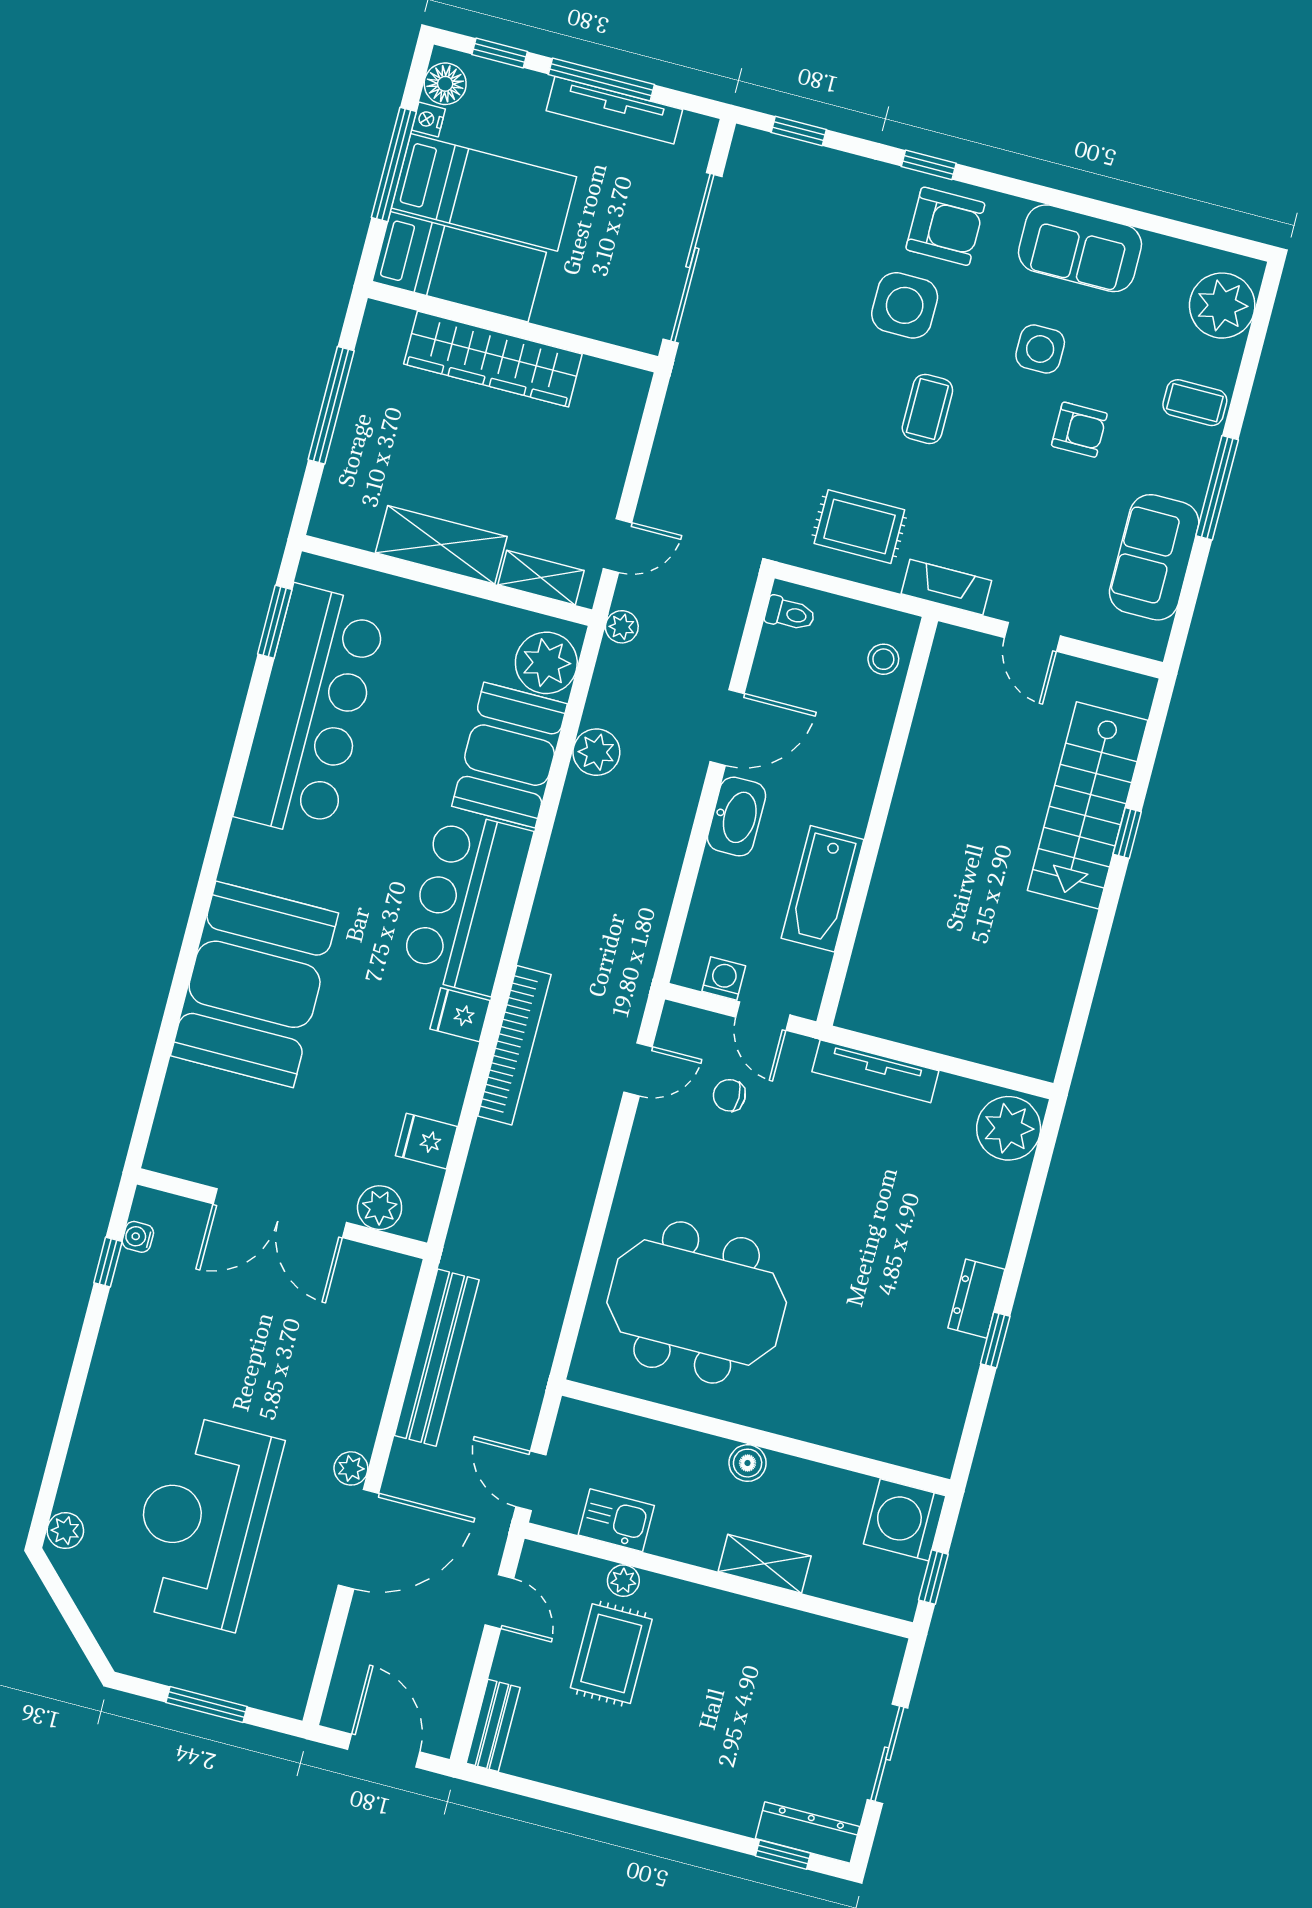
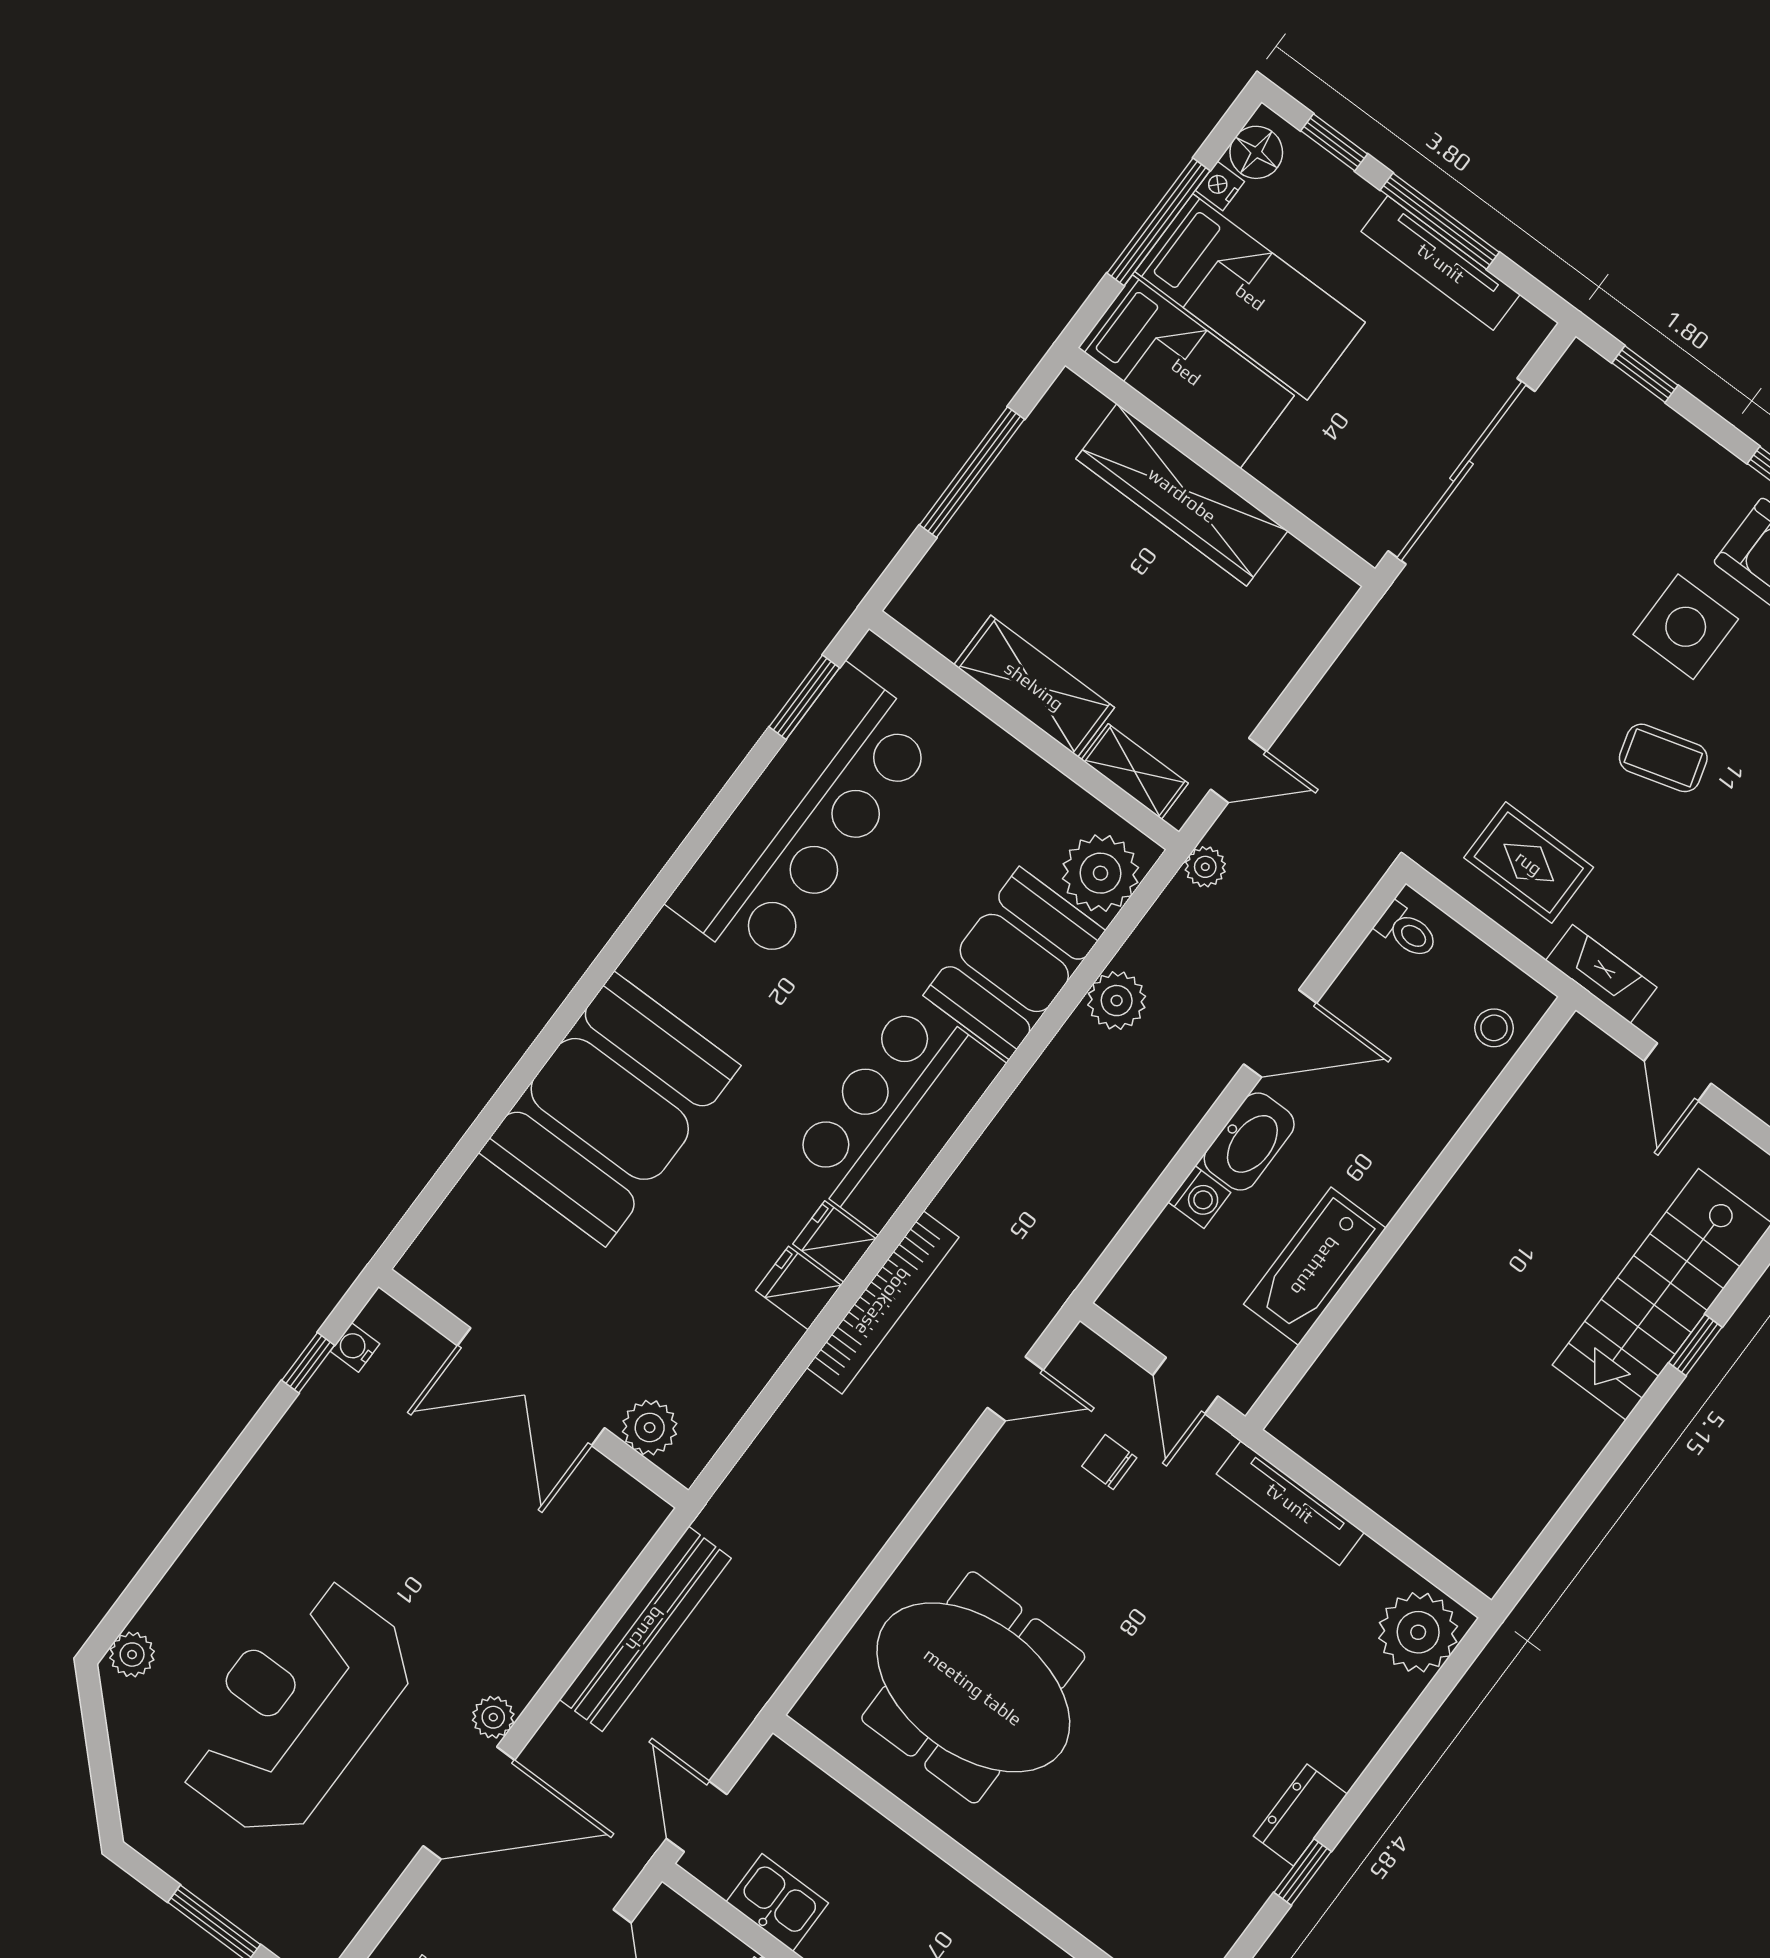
coffee table: (927, 409) -> (1663, 758), turned 74
washing machine: (724, 979) -> (1199, 1197), moved, turned 90
fridge: (426, 1141) -> (798, 1288), moved
boiler: (748, 1463) -> (957, 1898), removed

